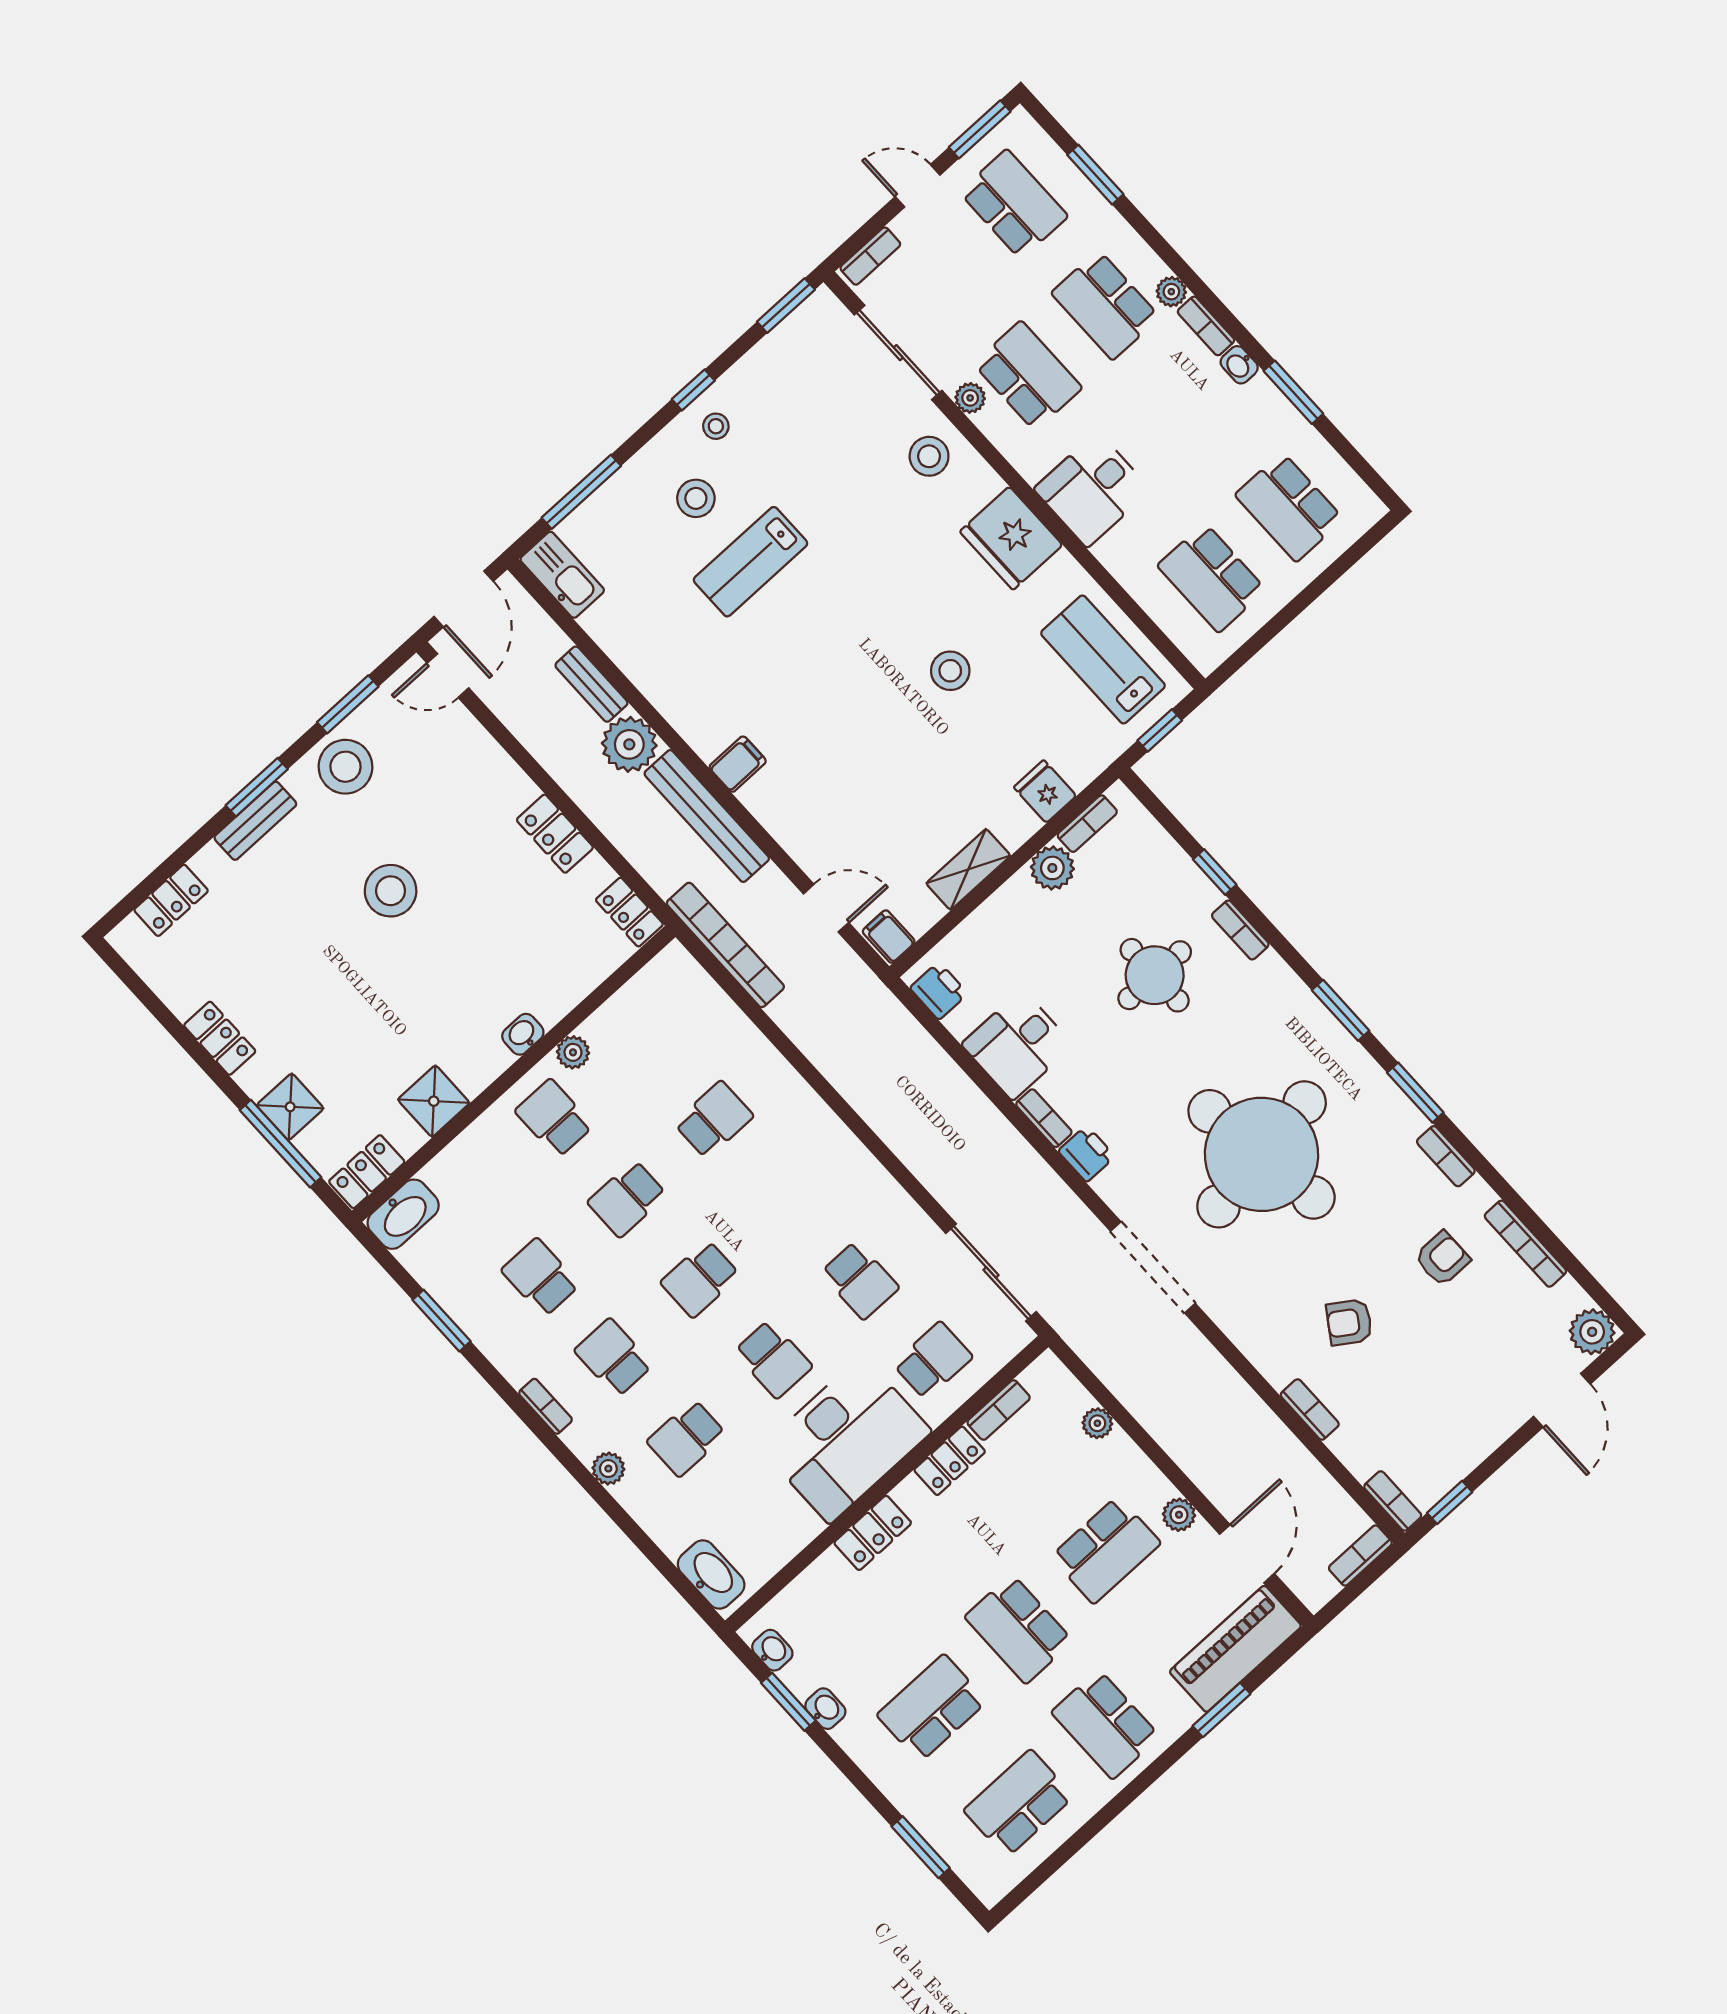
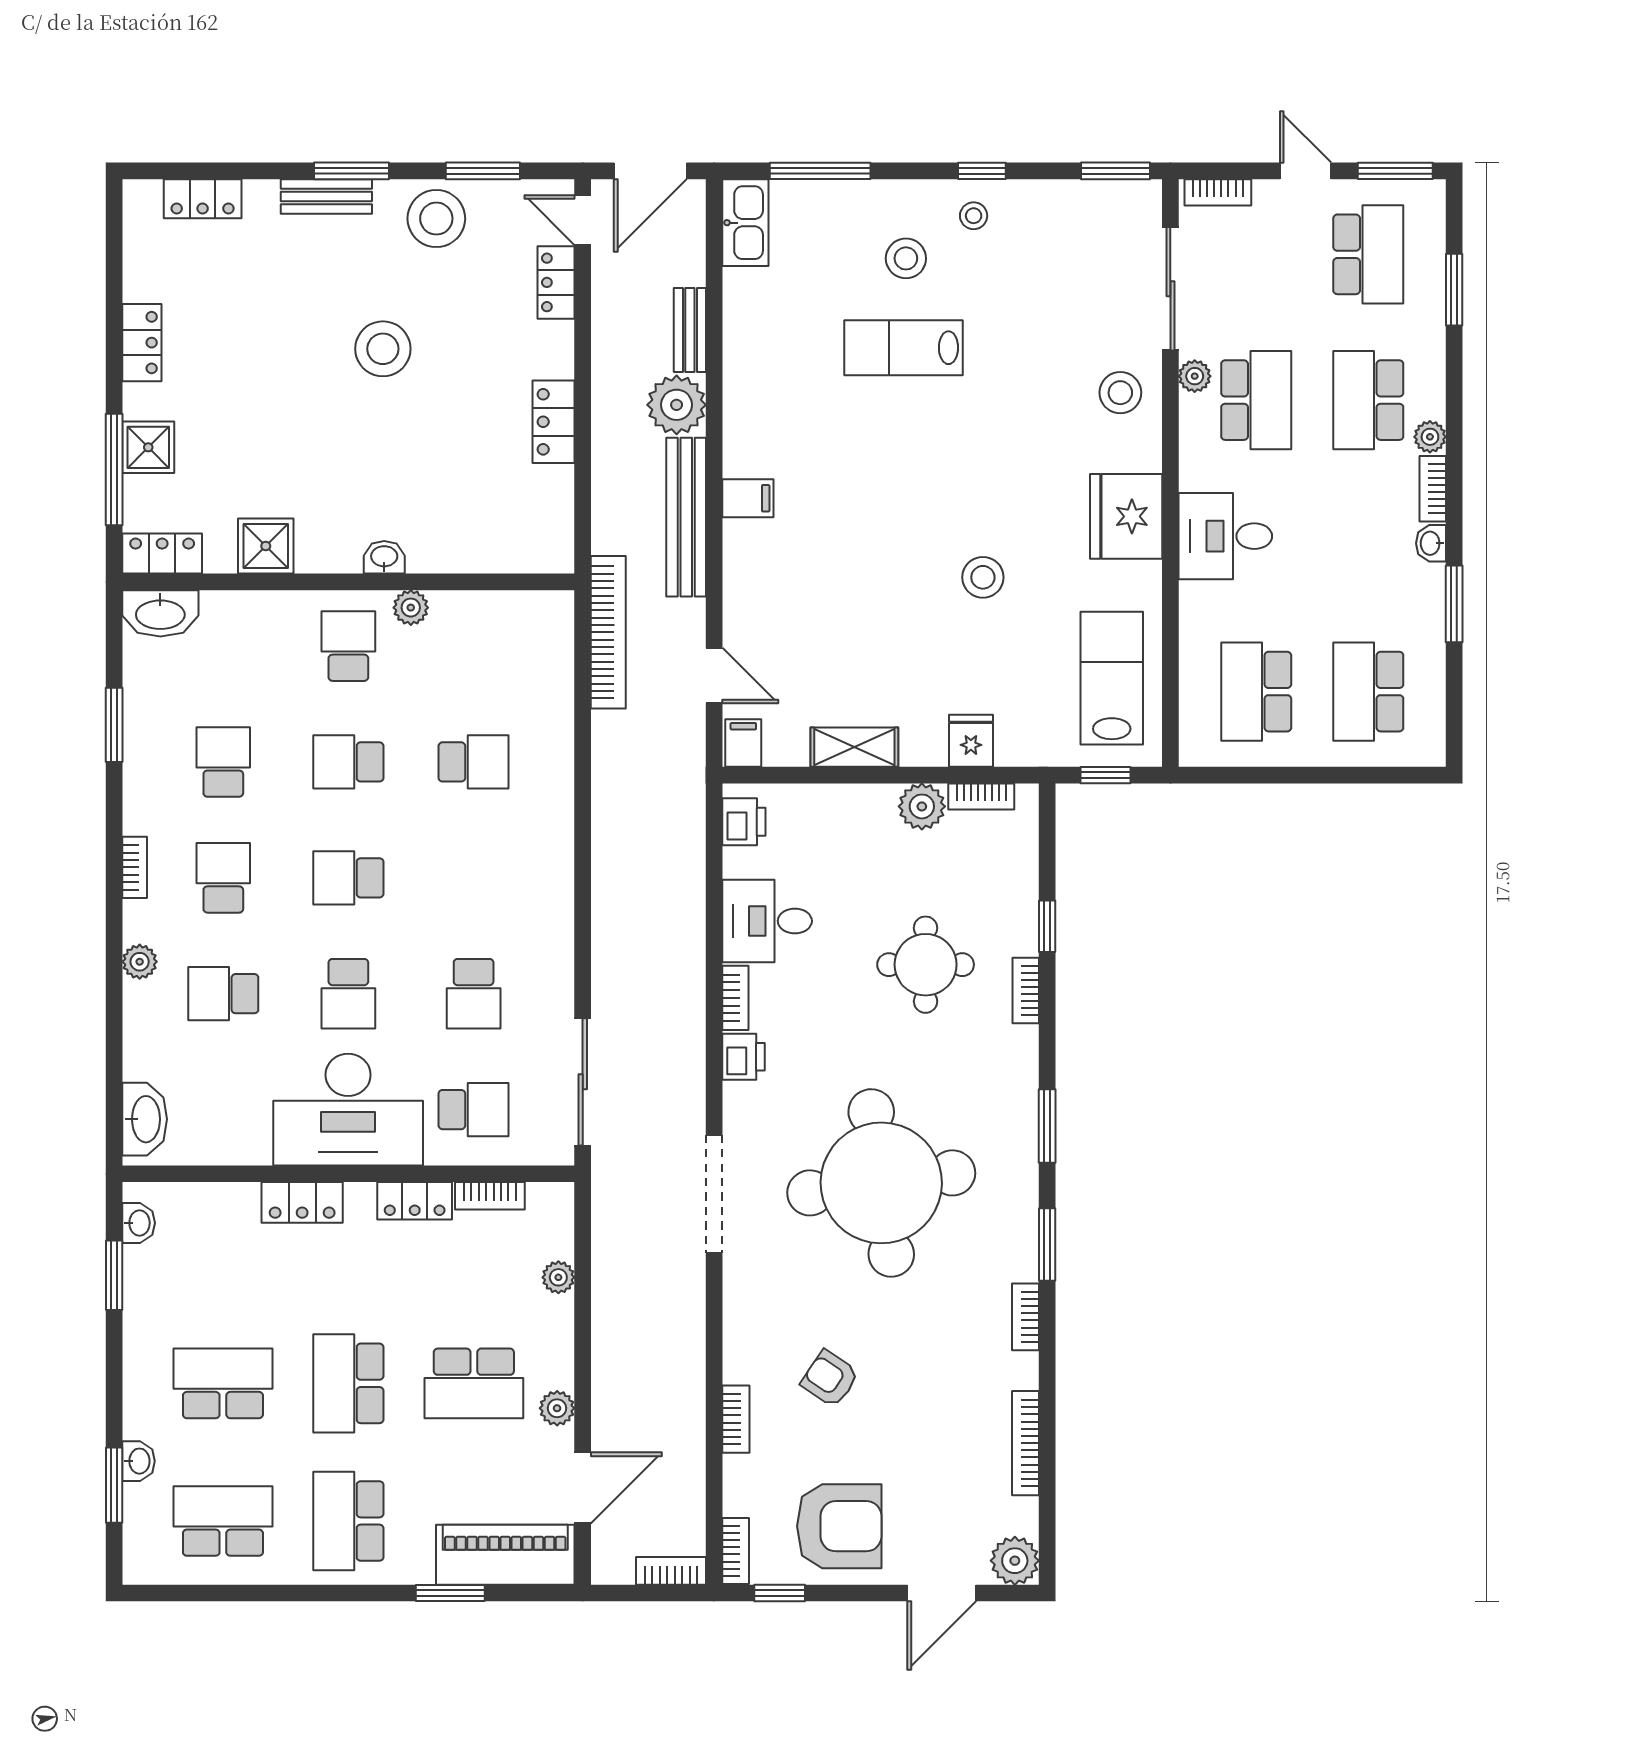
locker: (629, 912) -> (556, 282), moved
armchair: (1442, 1259) -> (839, 1526), moved, width x1.88, depth x1.88
washbasin: (825, 1709) -> (138, 1461), moved

